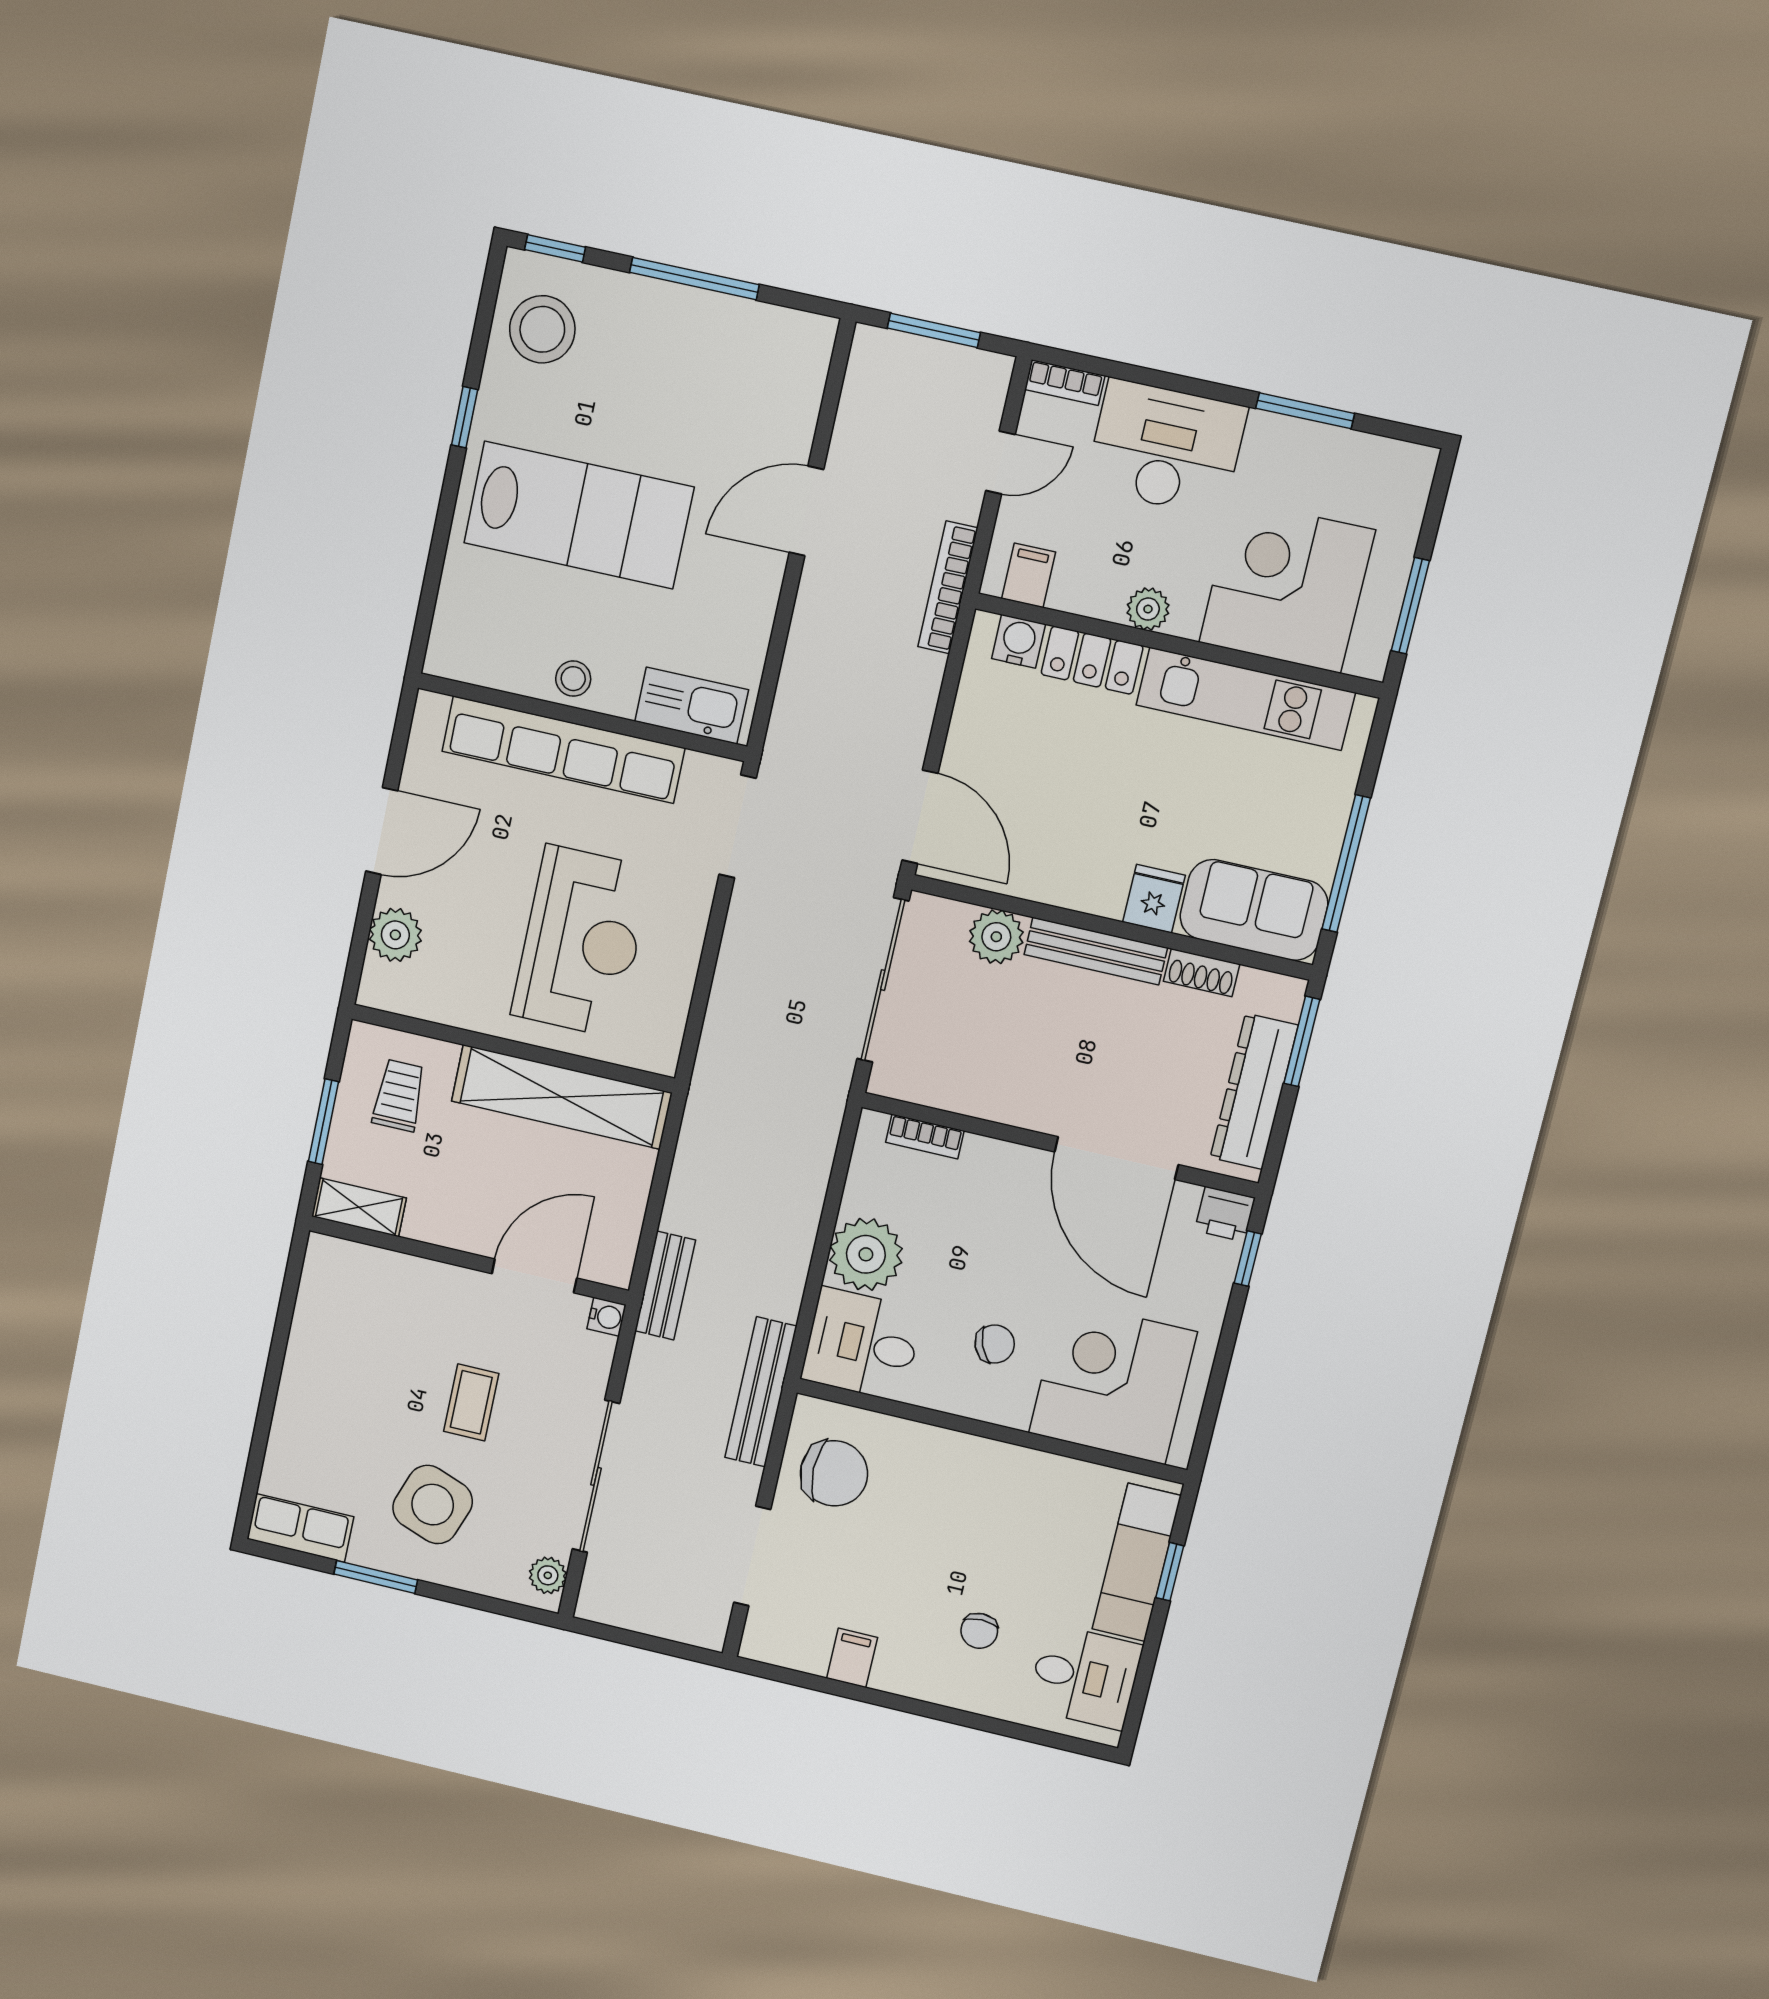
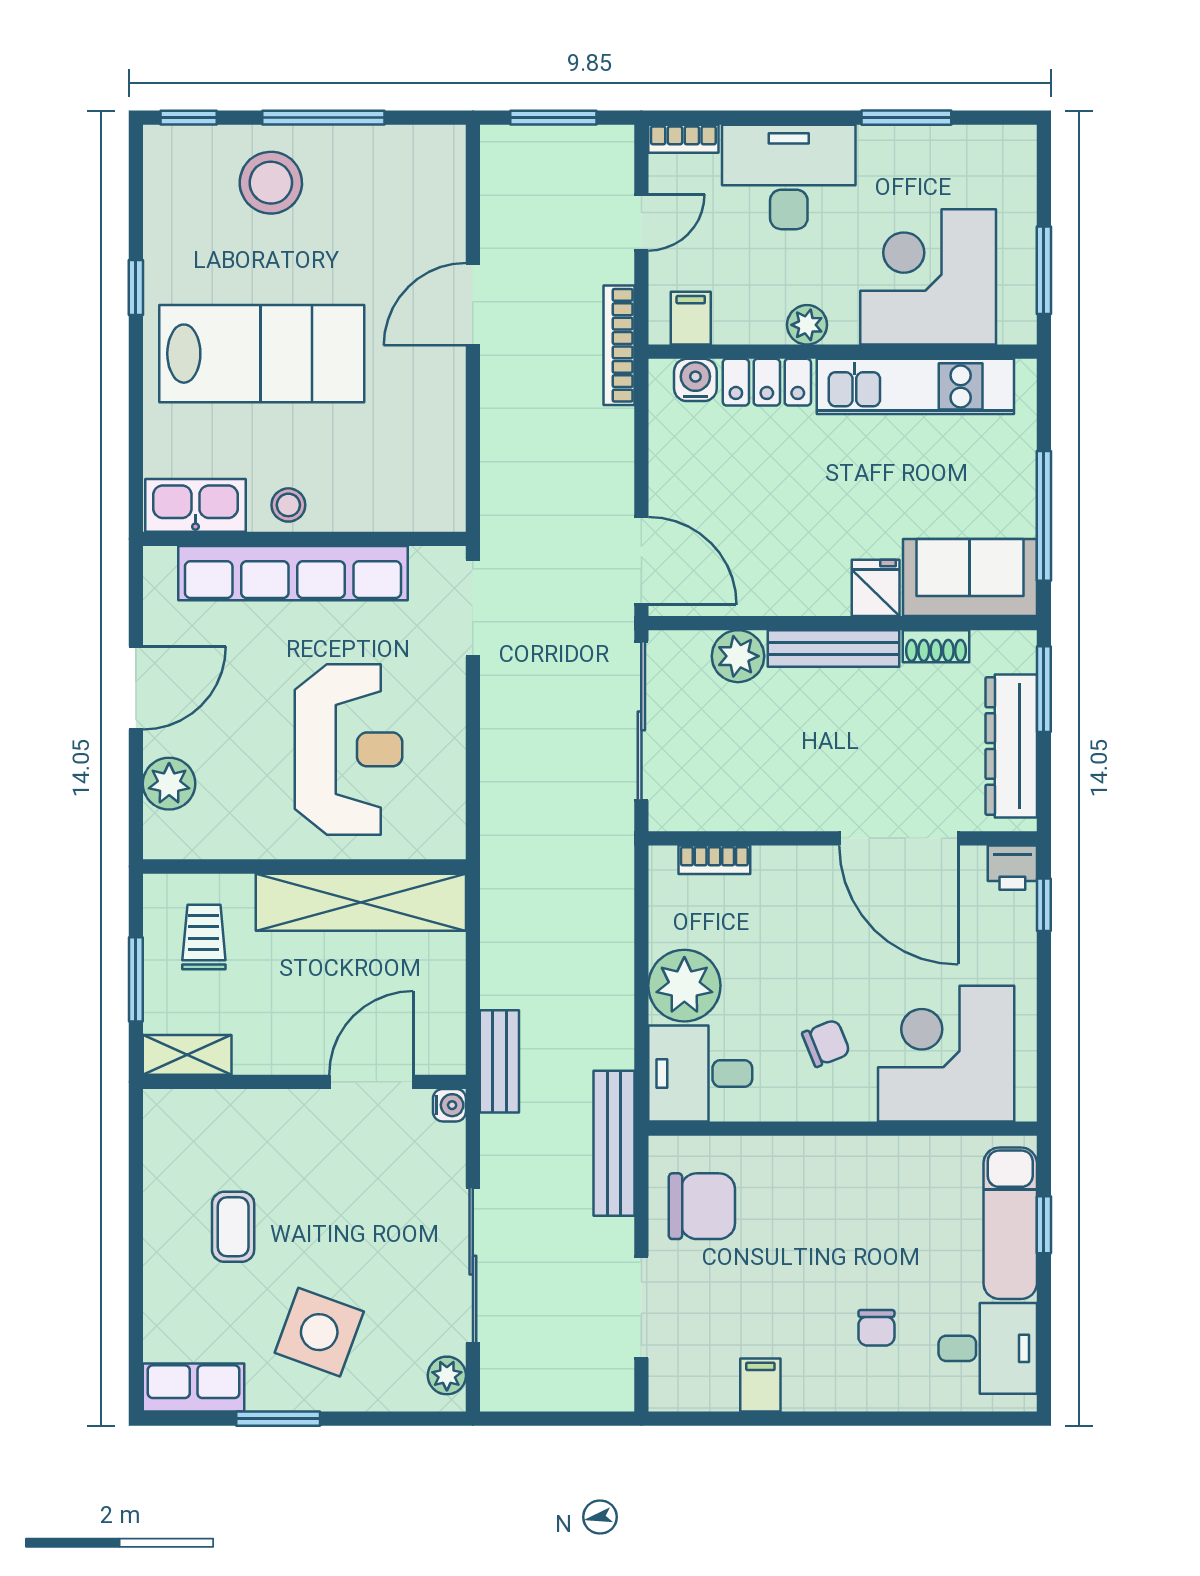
stool: (542, 329) -> (271, 183), moved
kitchen sink: (692, 706) -> (195, 505), moved
coffee table: (471, 1402) -> (233, 1227), moved

